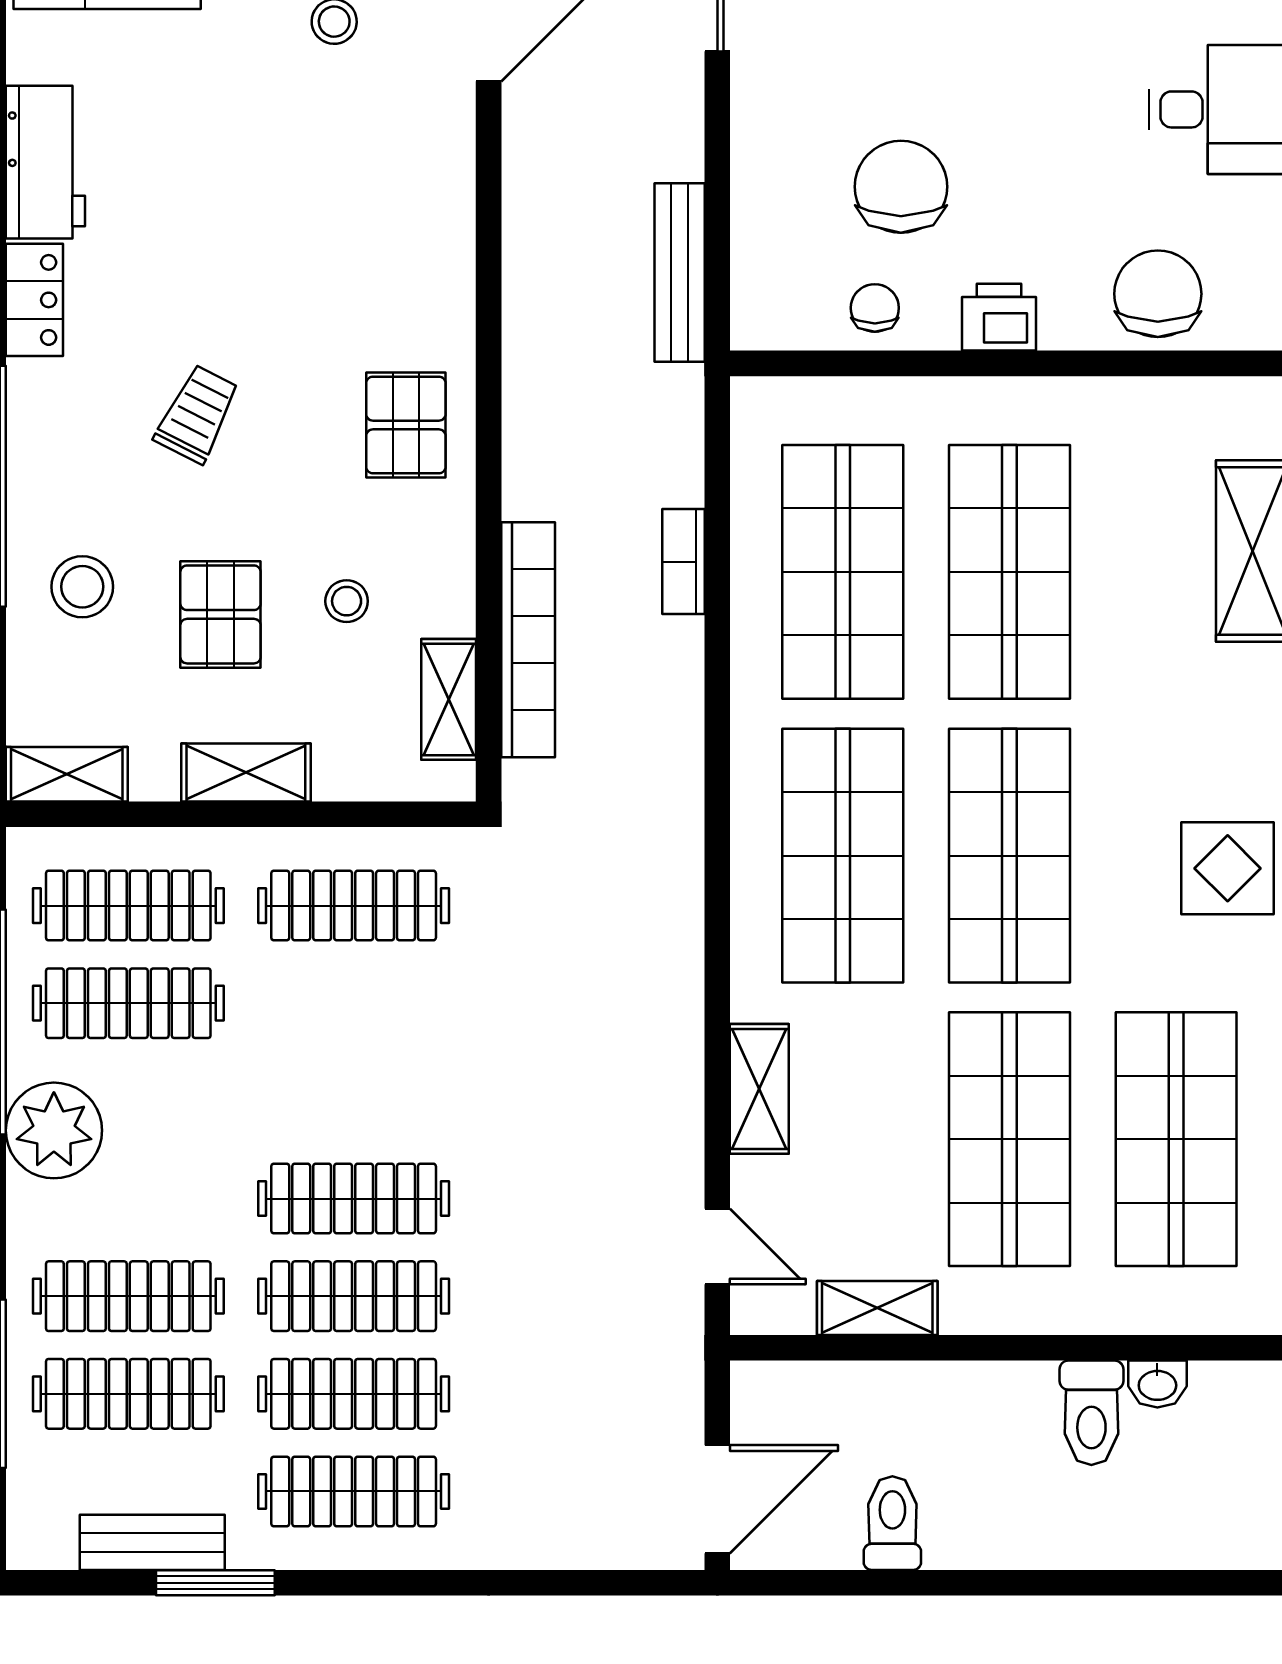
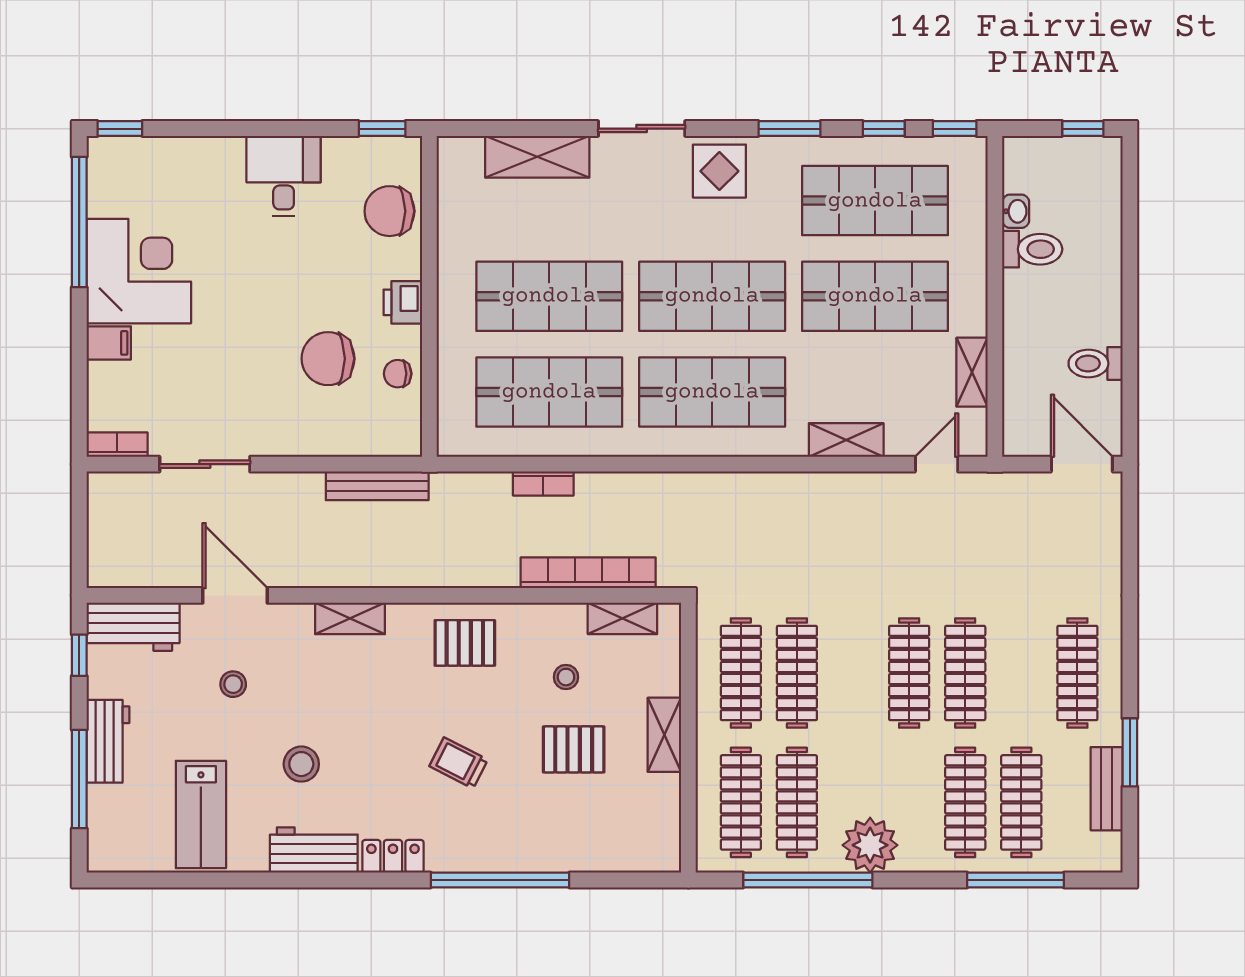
stool: (82, 587) -> (301, 764), moved
shelving: (67, 774) -> (350, 618), moved, turned 90
clothes rail: (354, 1394) -> (797, 673), moved

